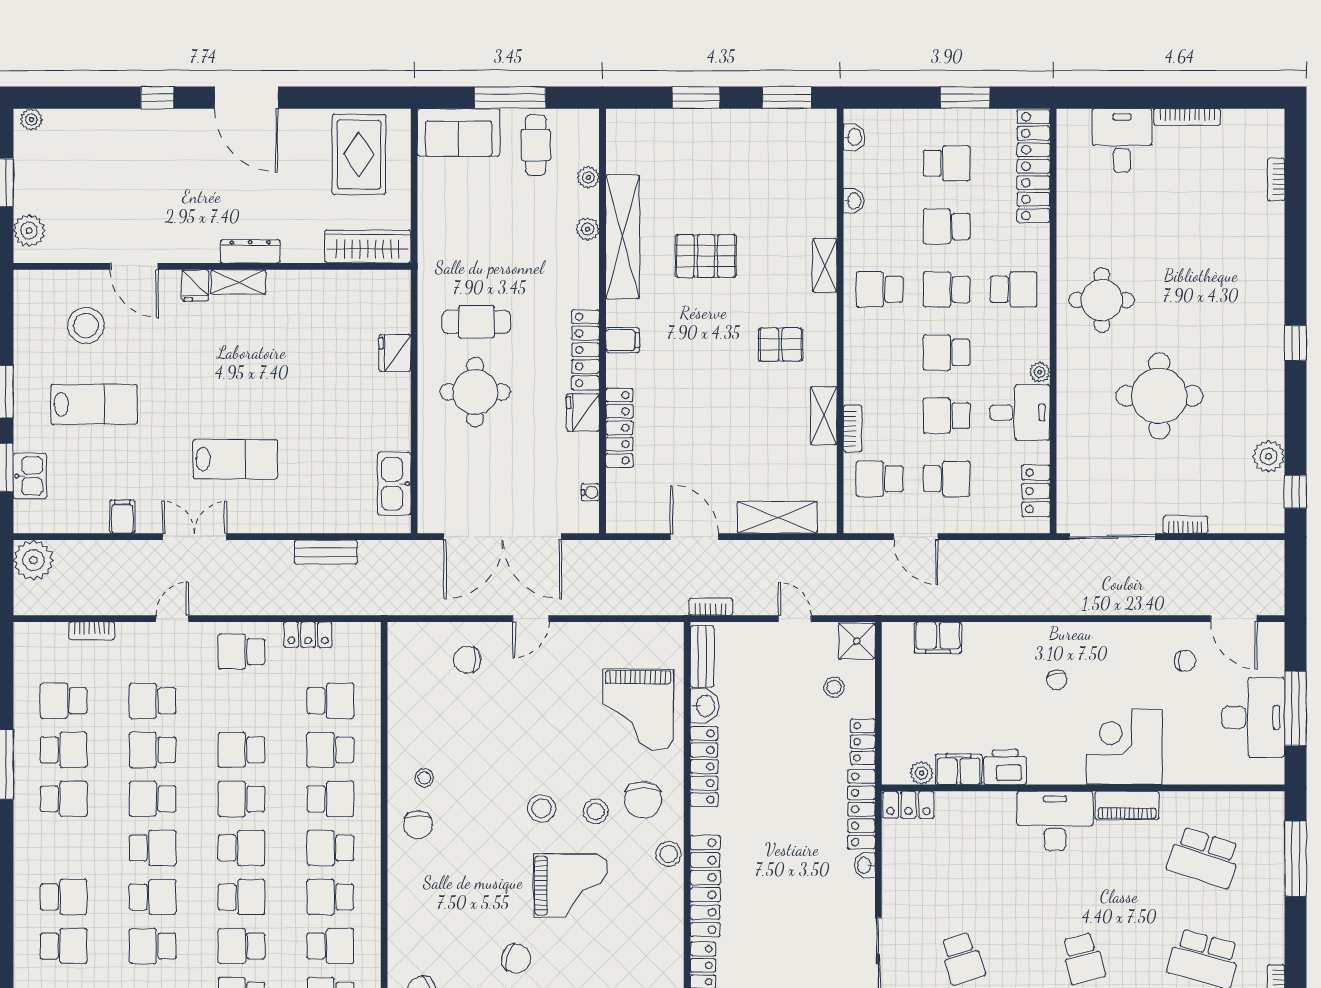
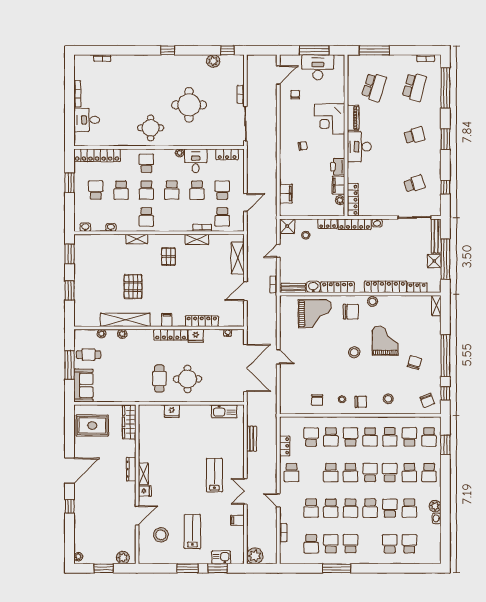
chair: (467, 660) -> (317, 400), moved
locker: (908, 805) -> (353, 200), width x1.53
stool: (596, 811) -> (388, 399), moved
school desk: (153, 848) -> (370, 508), turned 180

